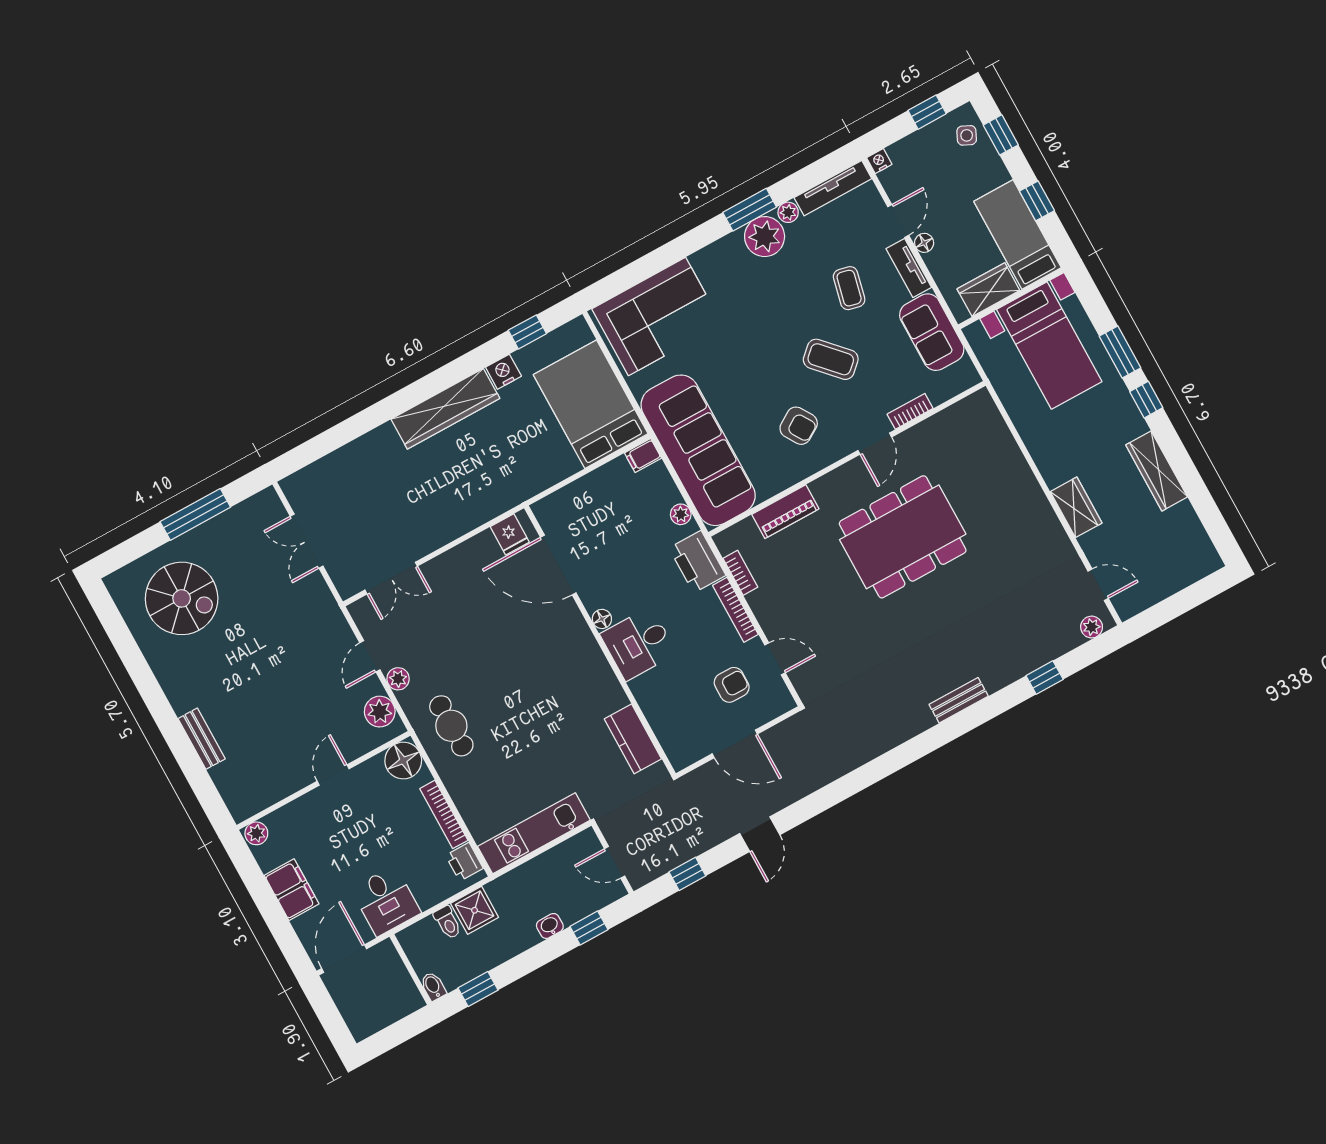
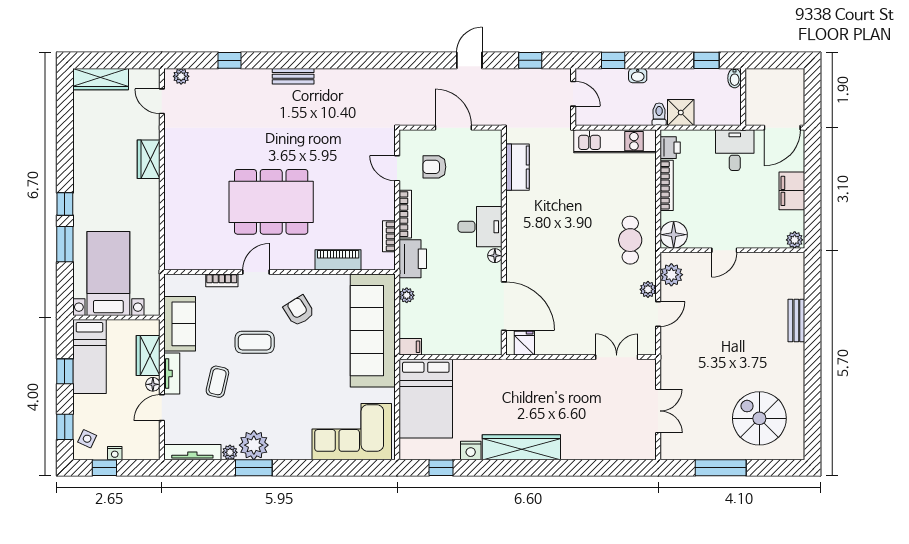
nightstand: (879, 161) -> (115, 453), moved
wardrobe: (988, 290) -> (148, 356), moved, turned 90
coffee table: (831, 359) -> (255, 342), turned -47
wardrobe: (1157, 471) -> (101, 79), moved, turned 90
toilet: (448, 922) -> (659, 114), moved

